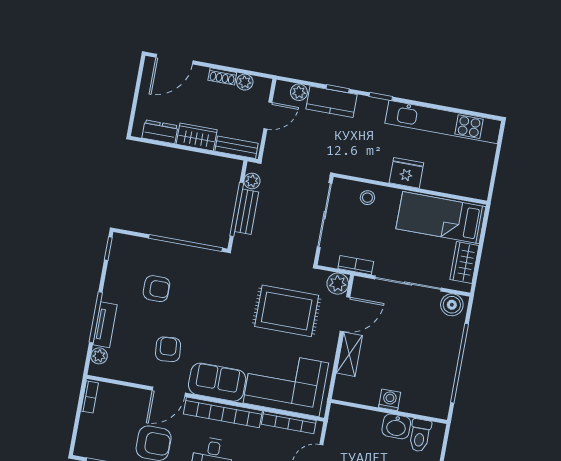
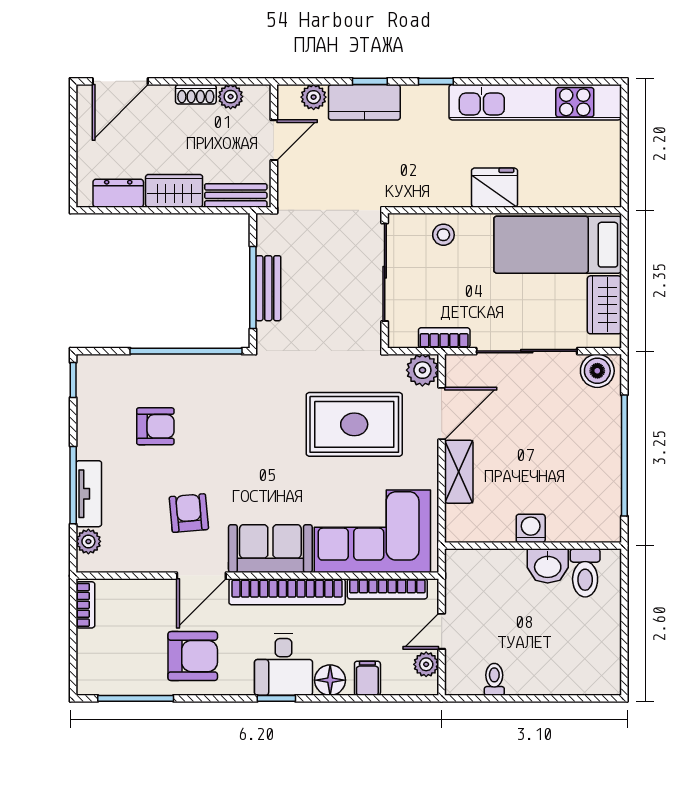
plant: (252, 181) -> (268, 241), removed

